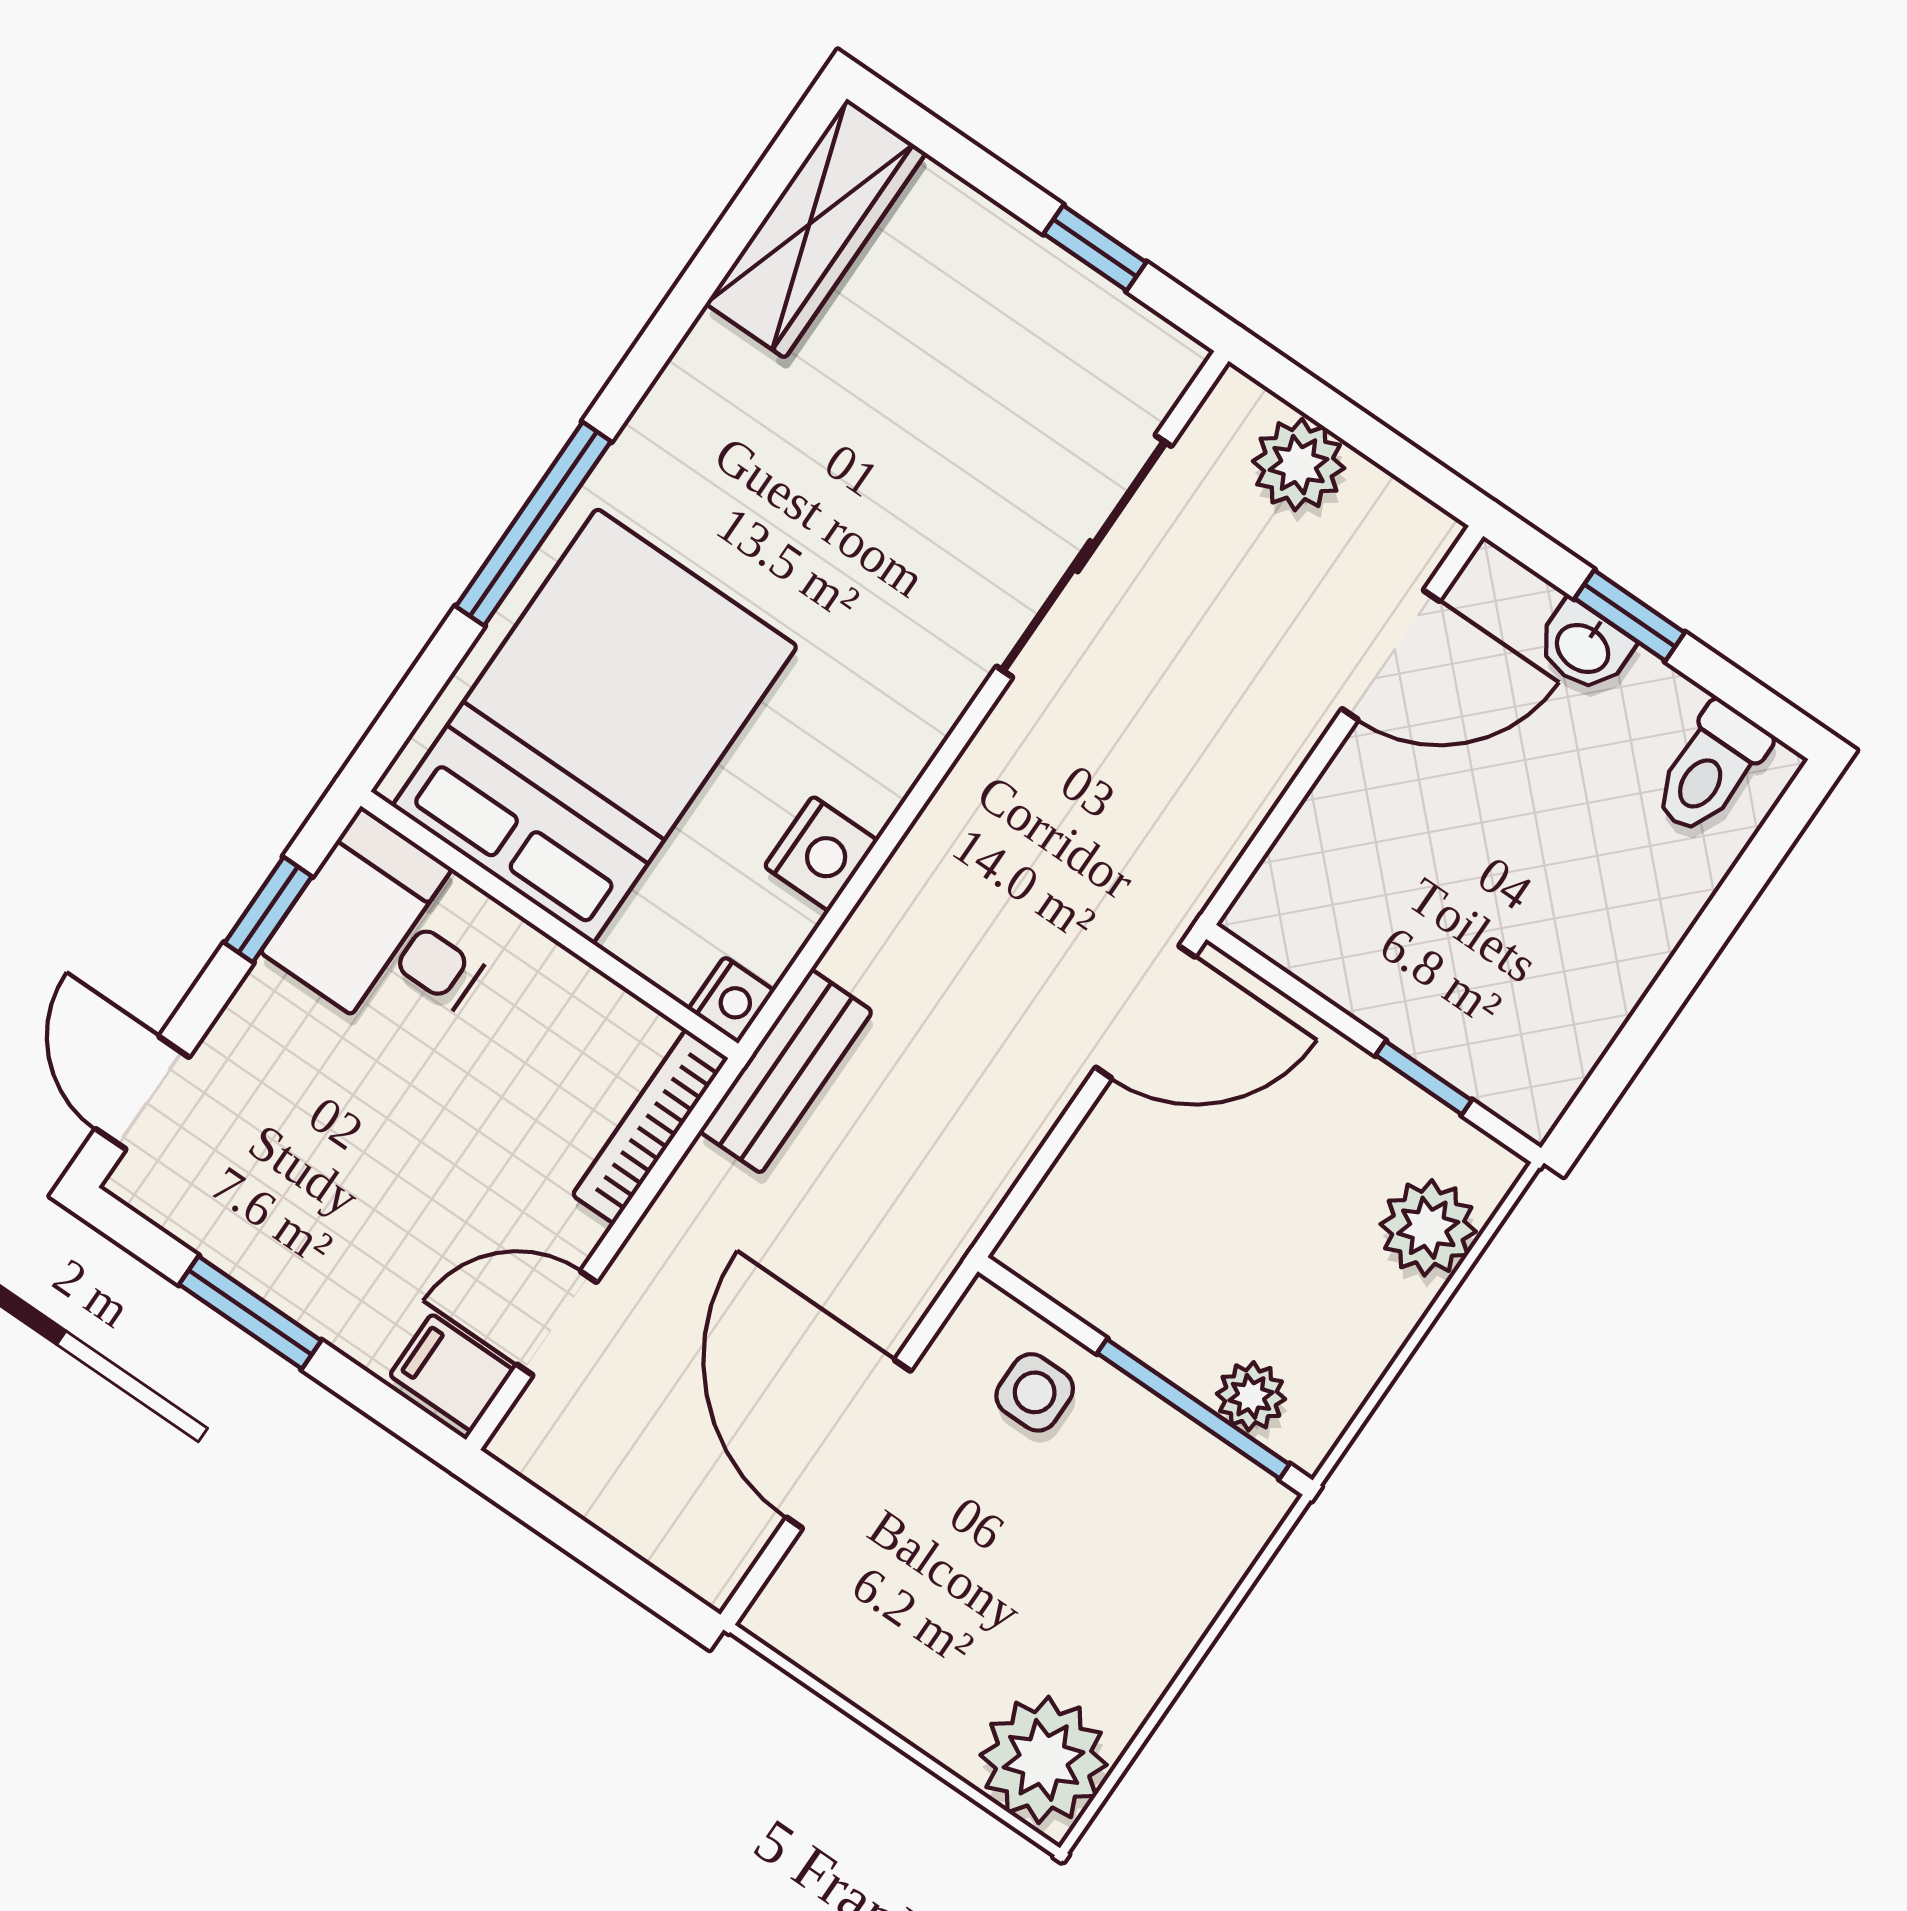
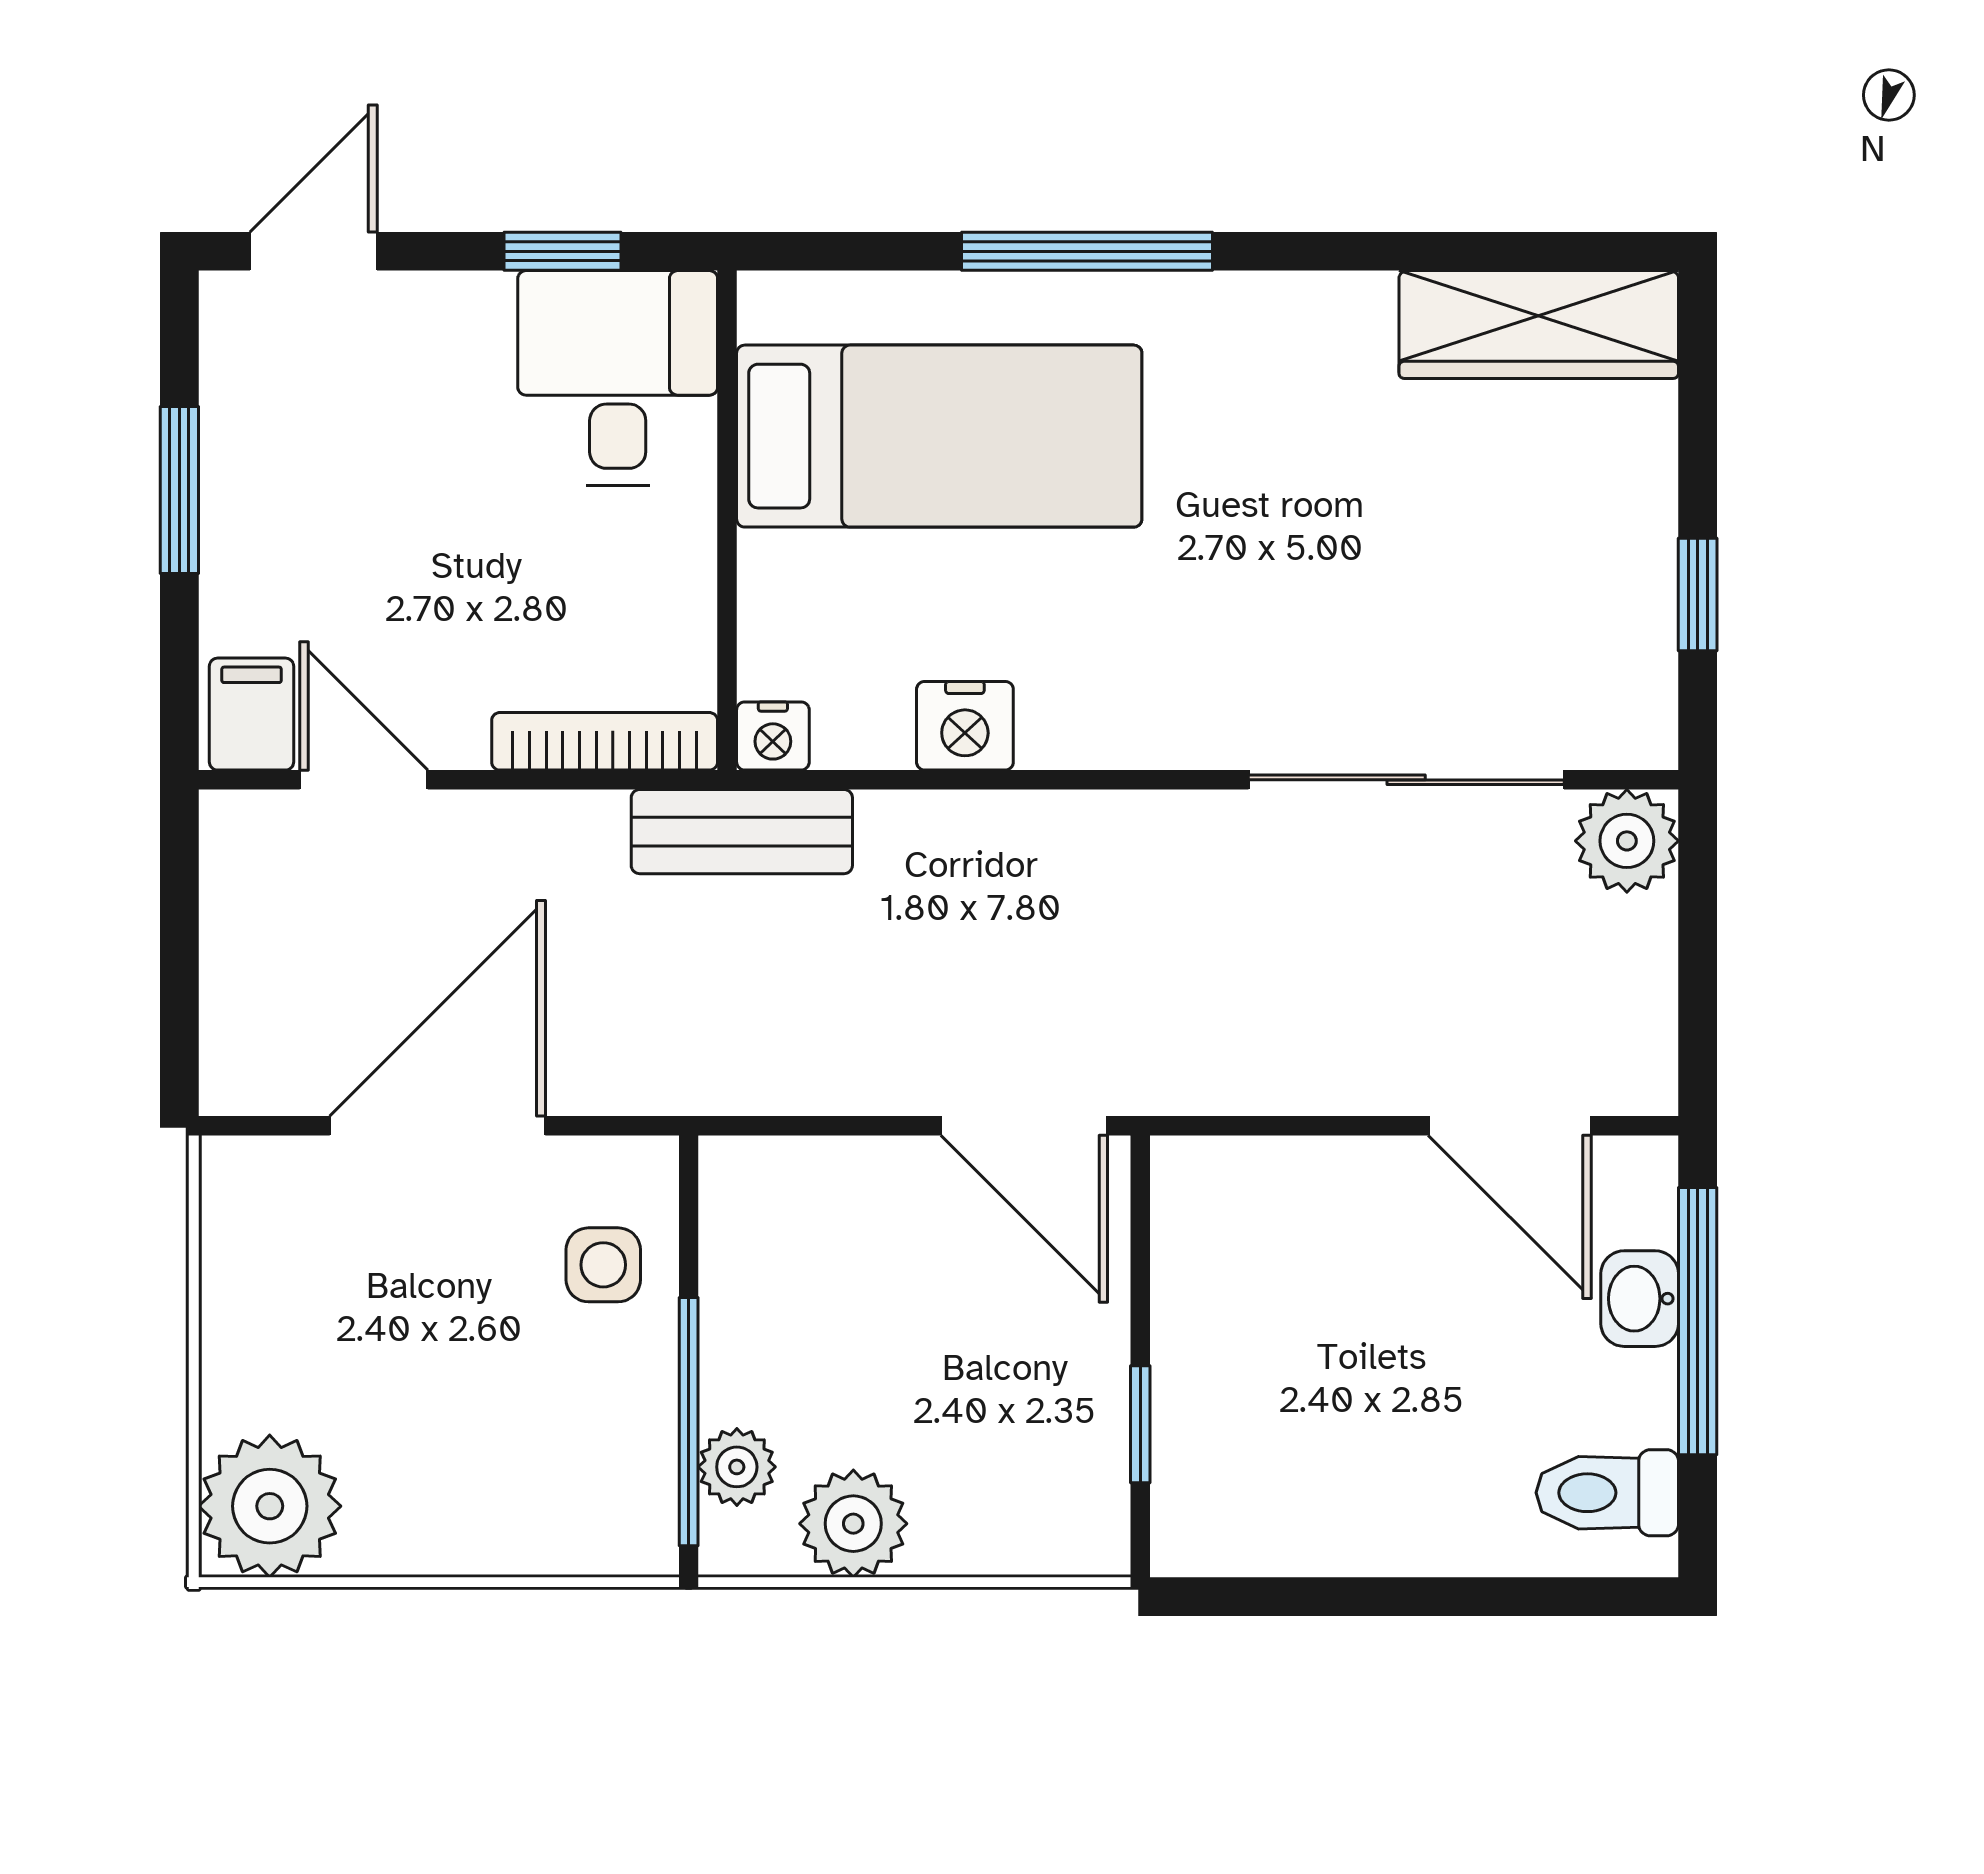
plant: (1299, 465) -> (1627, 841), moved
window: (1630, 616) -> (1698, 1321), width x2.17
bed: (595, 726) -> (939, 436), width x0.67
plant: (1428, 1228) -> (853, 1524), moved

